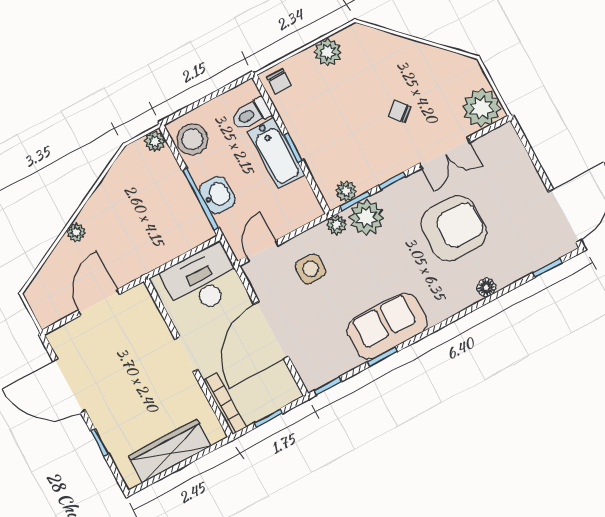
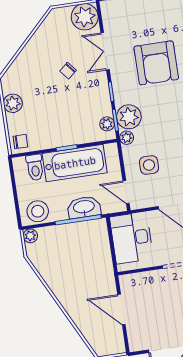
bathtub: (276, 153) -> (75, 163), width x1.36, depth x1.36
double door: (445, 153) -> (105, 51), swing flipped
washbasin: (217, 195) -> (84, 207), width x1.38
armchair: (454, 228) -> (156, 63), turned 180
plant: (76, 232) -> (71, 308), removed

